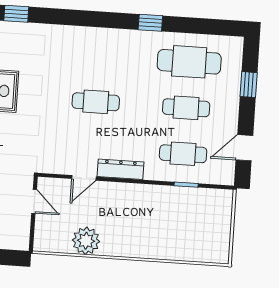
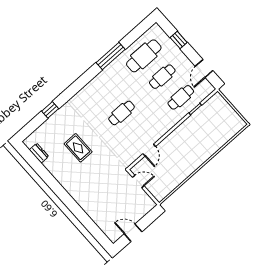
window: (150, 23) -> (111, 56), width x2.17
dresser: (120, 169) -> (161, 131), removed
plant: (86, 241) -> (177, 176), removed

